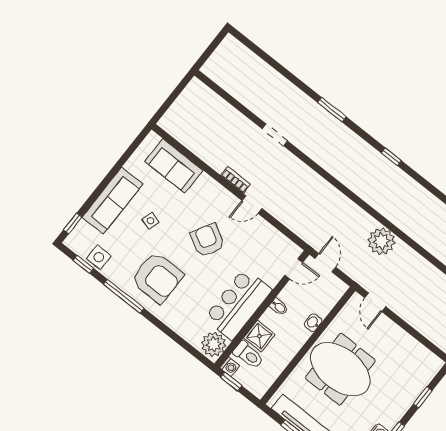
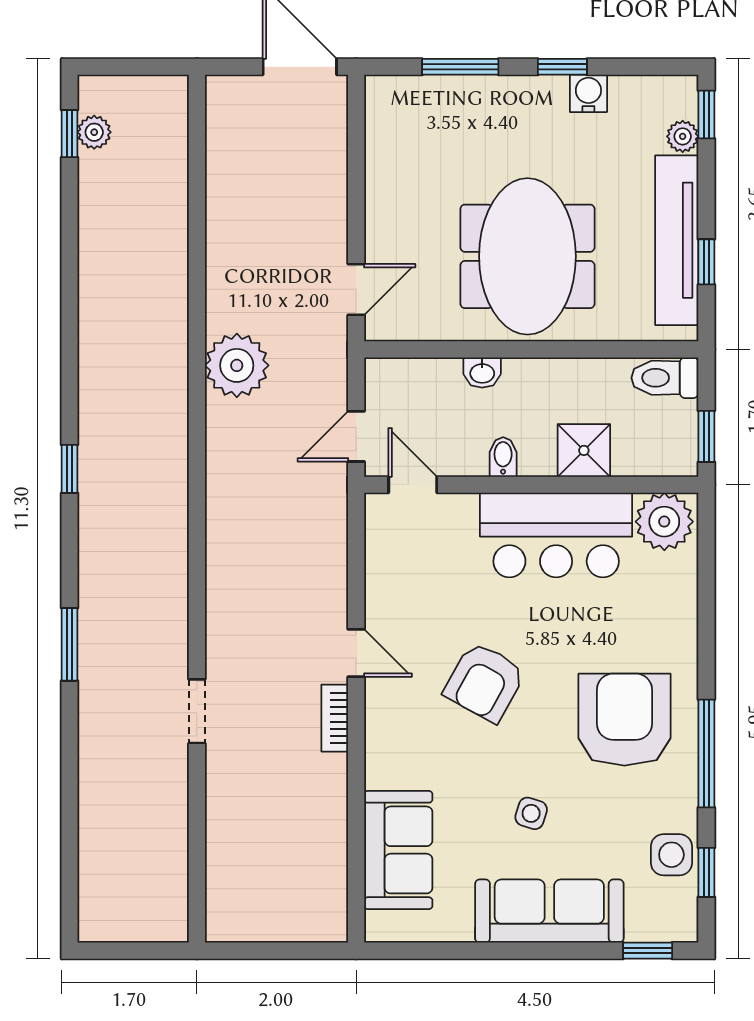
toilet: (248, 355) -> (665, 378), moved, turned -90
washing machine: (230, 367) -> (682, 460), removed
window: (423, 397) -> (460, 67), width x1.50

